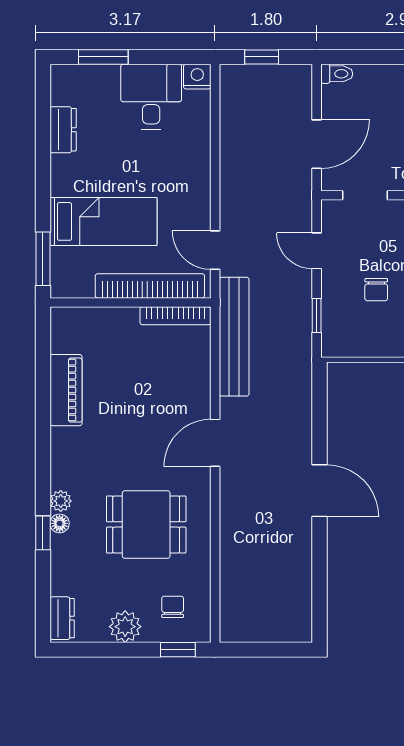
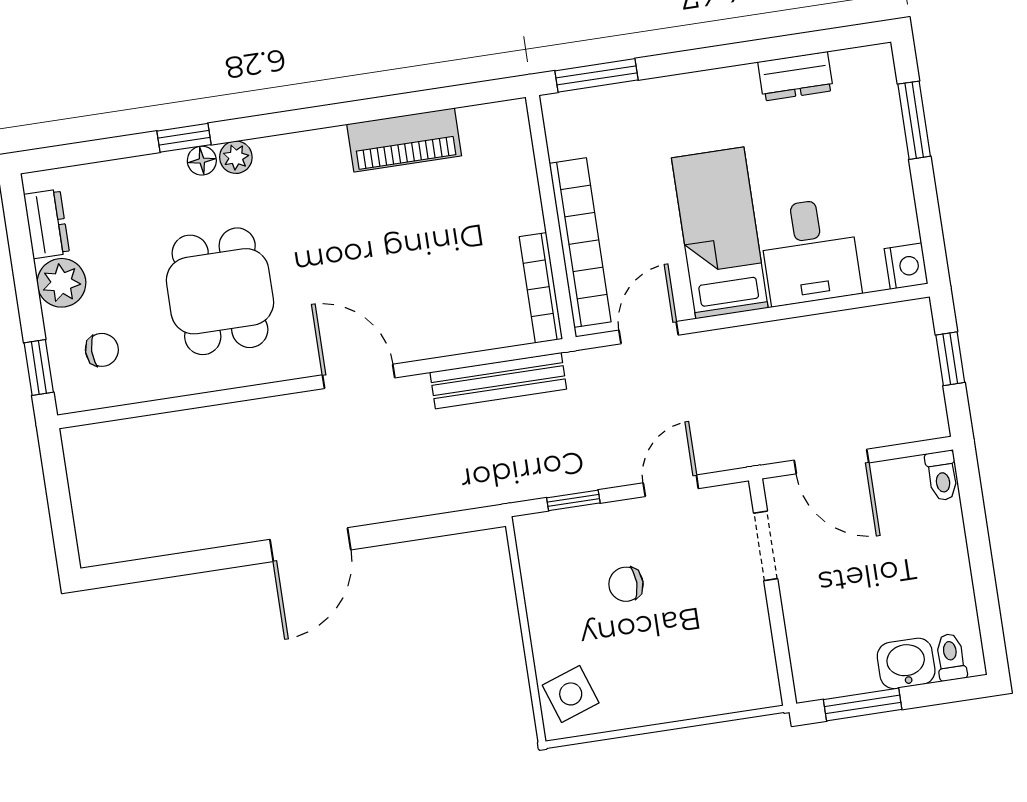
desk: (151, 97) -> (810, 252), moved, turned 90
bed: (104, 221) -> (720, 233), moved, turned 180
bench: (234, 337) -> (498, 381), width x0.73, depth x0.82
dresser: (62, 618) -> (47, 224), moved, turned -90

